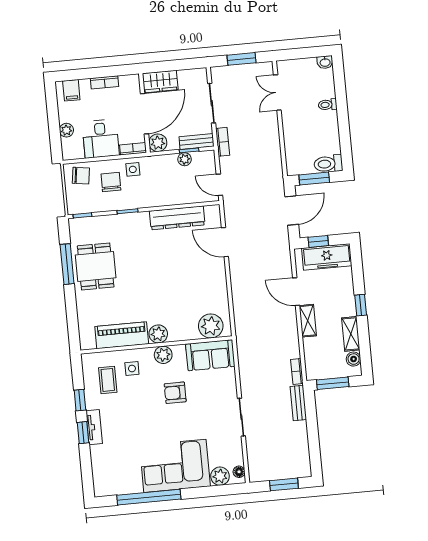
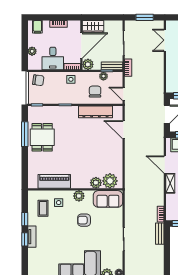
chair: (111, 182) -> (95, 92), moved
plant: (158, 334) -> (96, 183), moved

